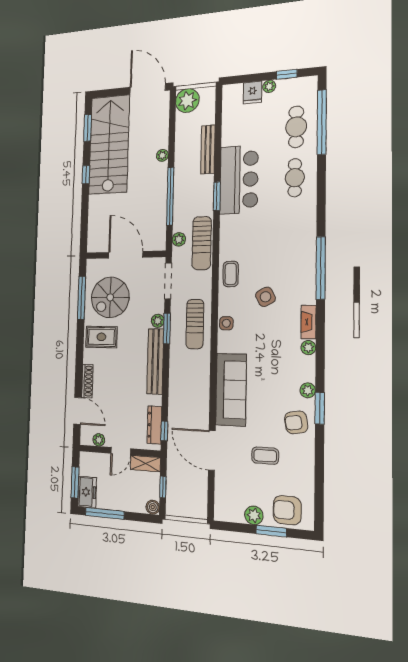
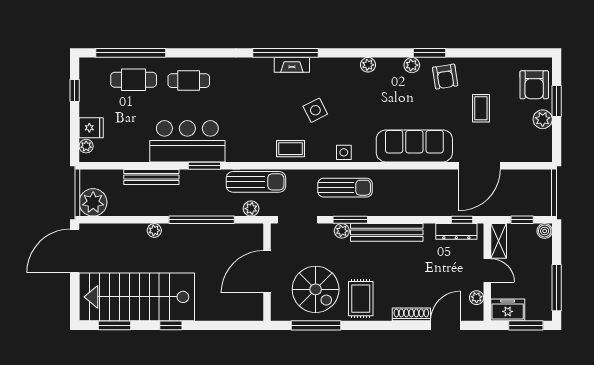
plant: (269, 86) -> (86, 146), moved
fireplace: (309, 322) -> (292, 65), moved
freezer: (87, 492) -> (508, 310), moved

